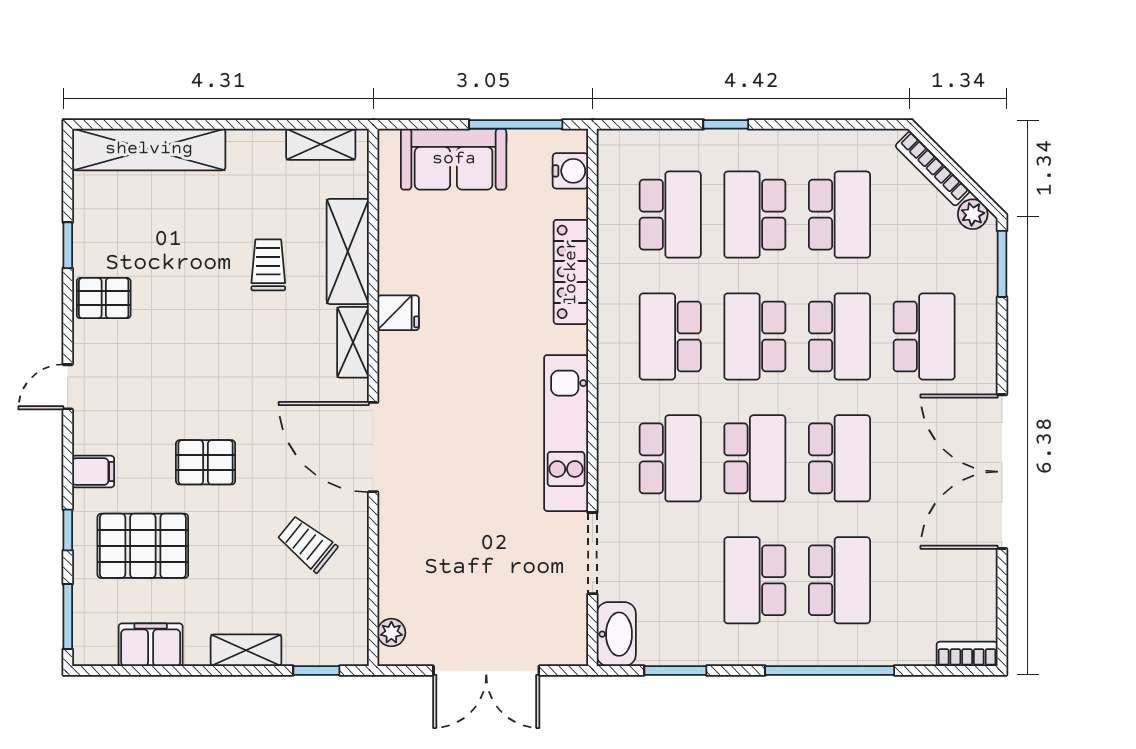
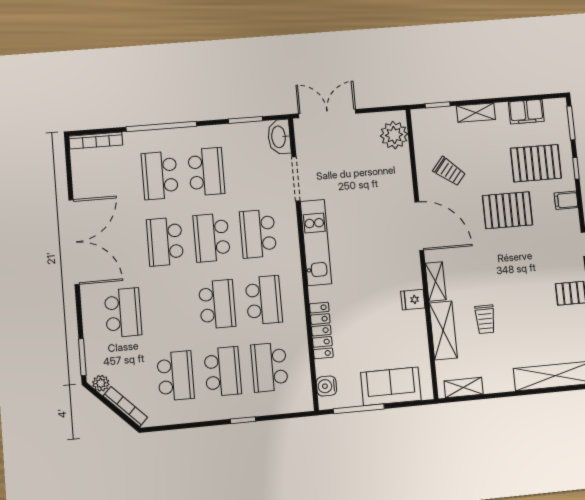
school desk: (839, 215) -> (176, 376), turned 180
school desk: (839, 336) -> (170, 308), removed
school desk: (924, 336) -> (123, 313), turned 180
pallet: (206, 462) -> (508, 210), width x1.50, depth x1.42
plant: (391, 633) -> (394, 135), width x1.87, depth x1.87
bookcase: (967, 654) -> (96, 141), width x1.56
double door: (486, 671) -> (327, 114), moved

